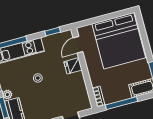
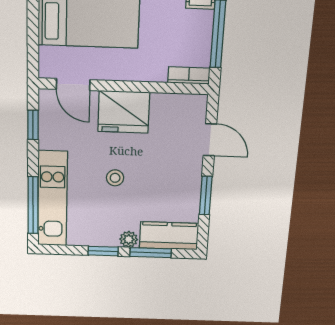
fridge: (73, 66) -> (124, 112), width x1.88, depth x1.34

